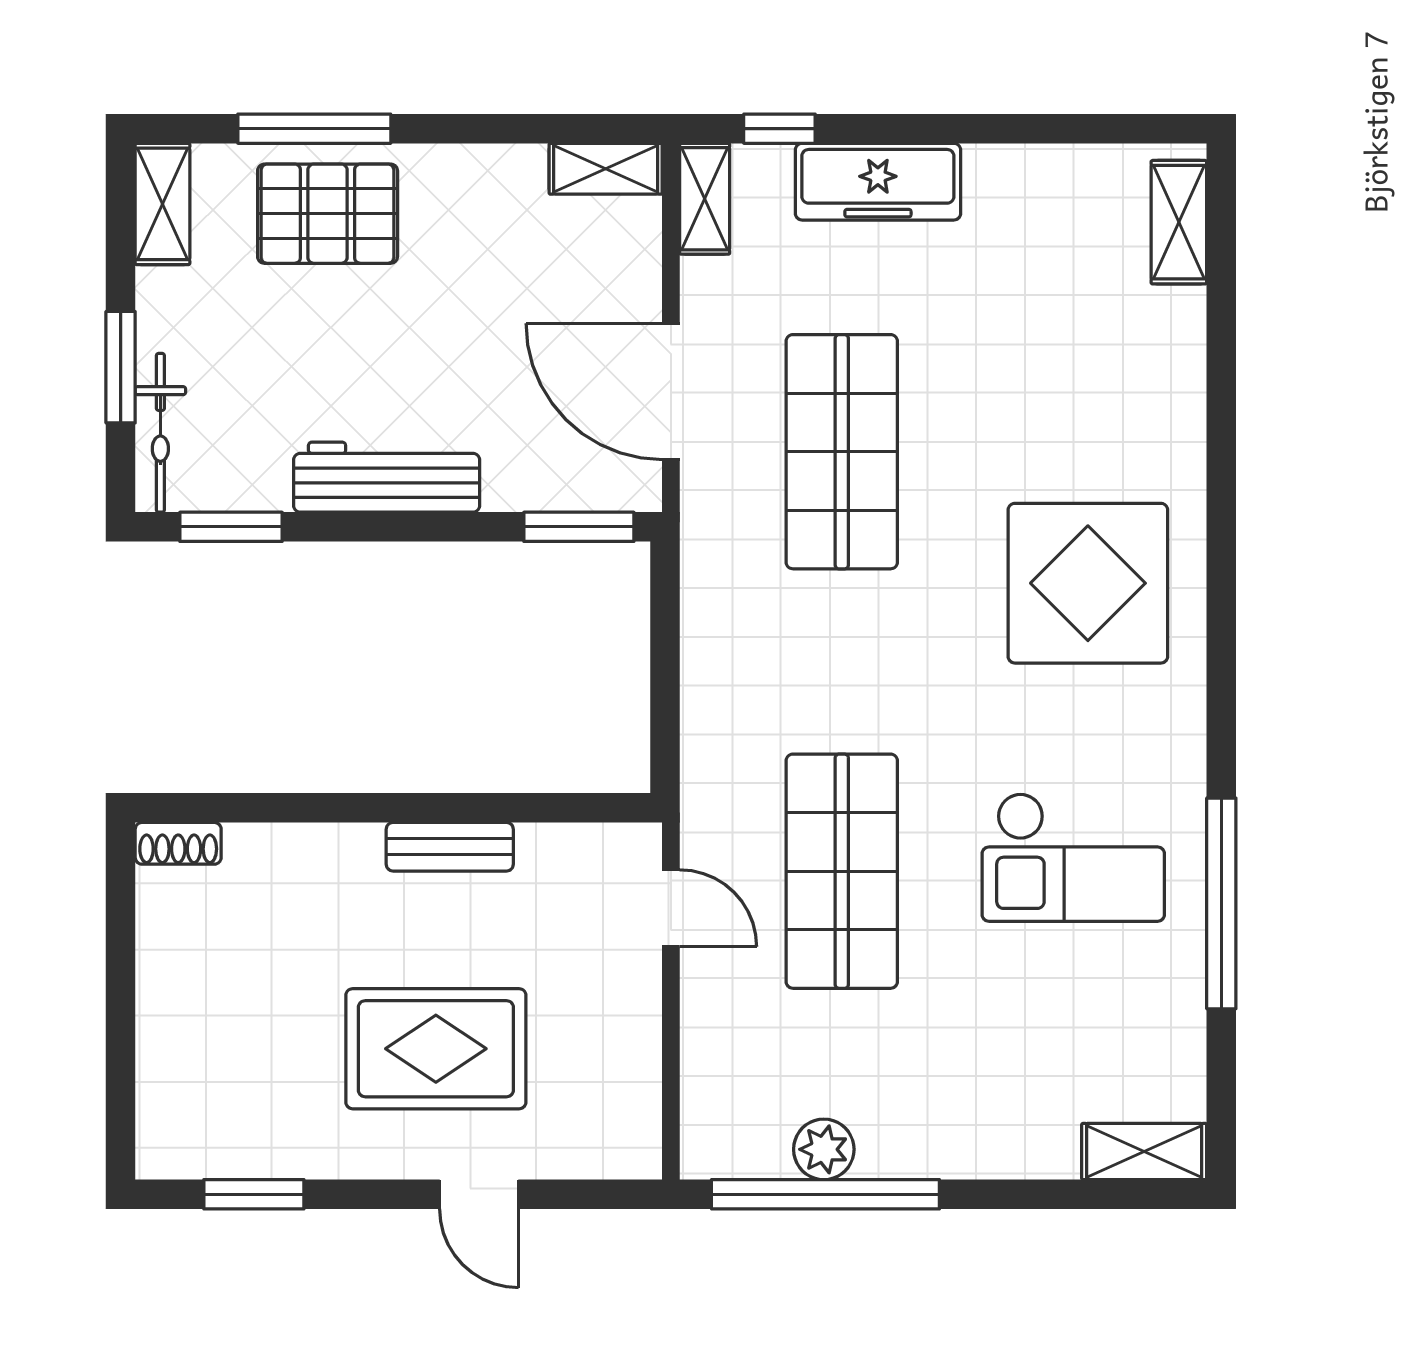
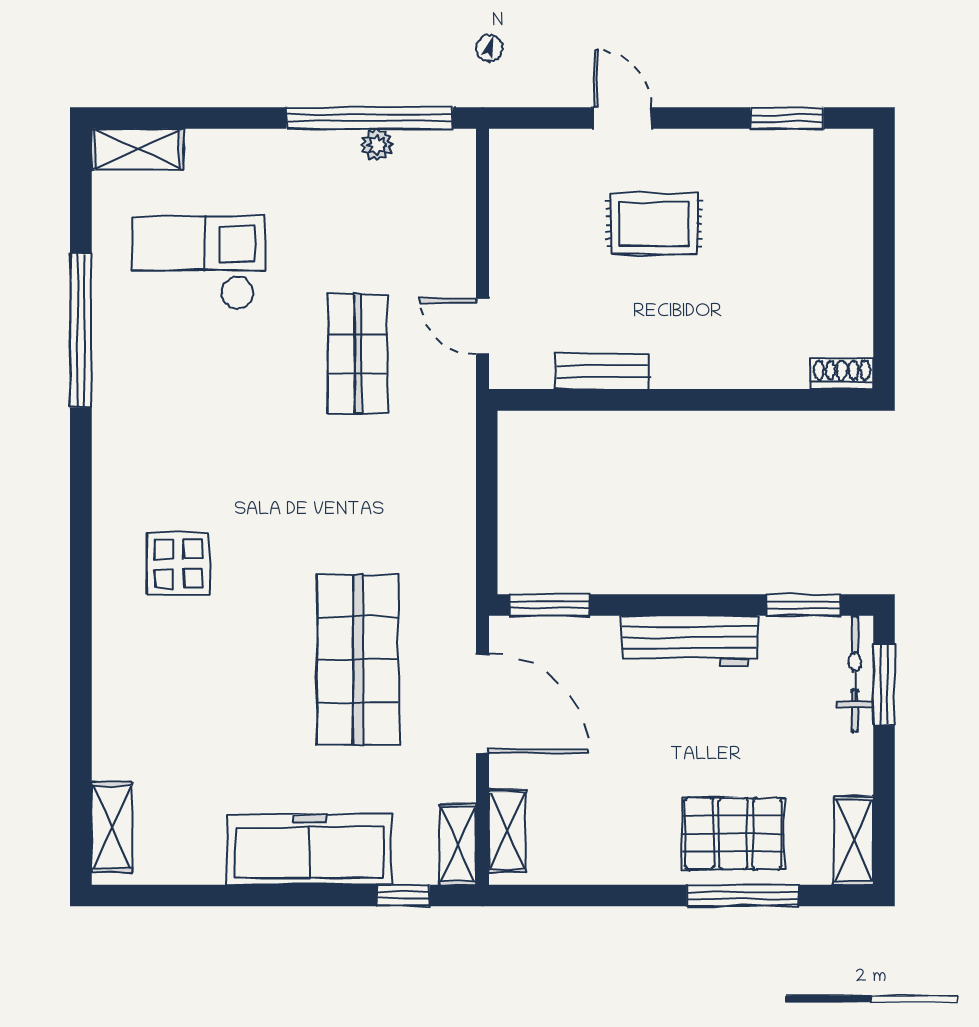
shelving: (606, 169) -> (507, 831), moved, turned 90
freezer: (878, 182) -> (309, 849), width x1.36, depth x1.26
window: (121, 367) -> (884, 684), moved
display table: (1088, 583) -> (178, 564), width x0.54, depth x0.54
bench: (450, 847) -> (603, 372), moved
checkout: (1073, 857) -> (199, 263), moved
shop shelf: (842, 871) -> (358, 354), width x0.70, depth x0.74
rug: (436, 1049) -> (654, 224), width x0.73, depth x0.70
plant: (824, 1149) -> (377, 145), width x0.73, depth x0.73

